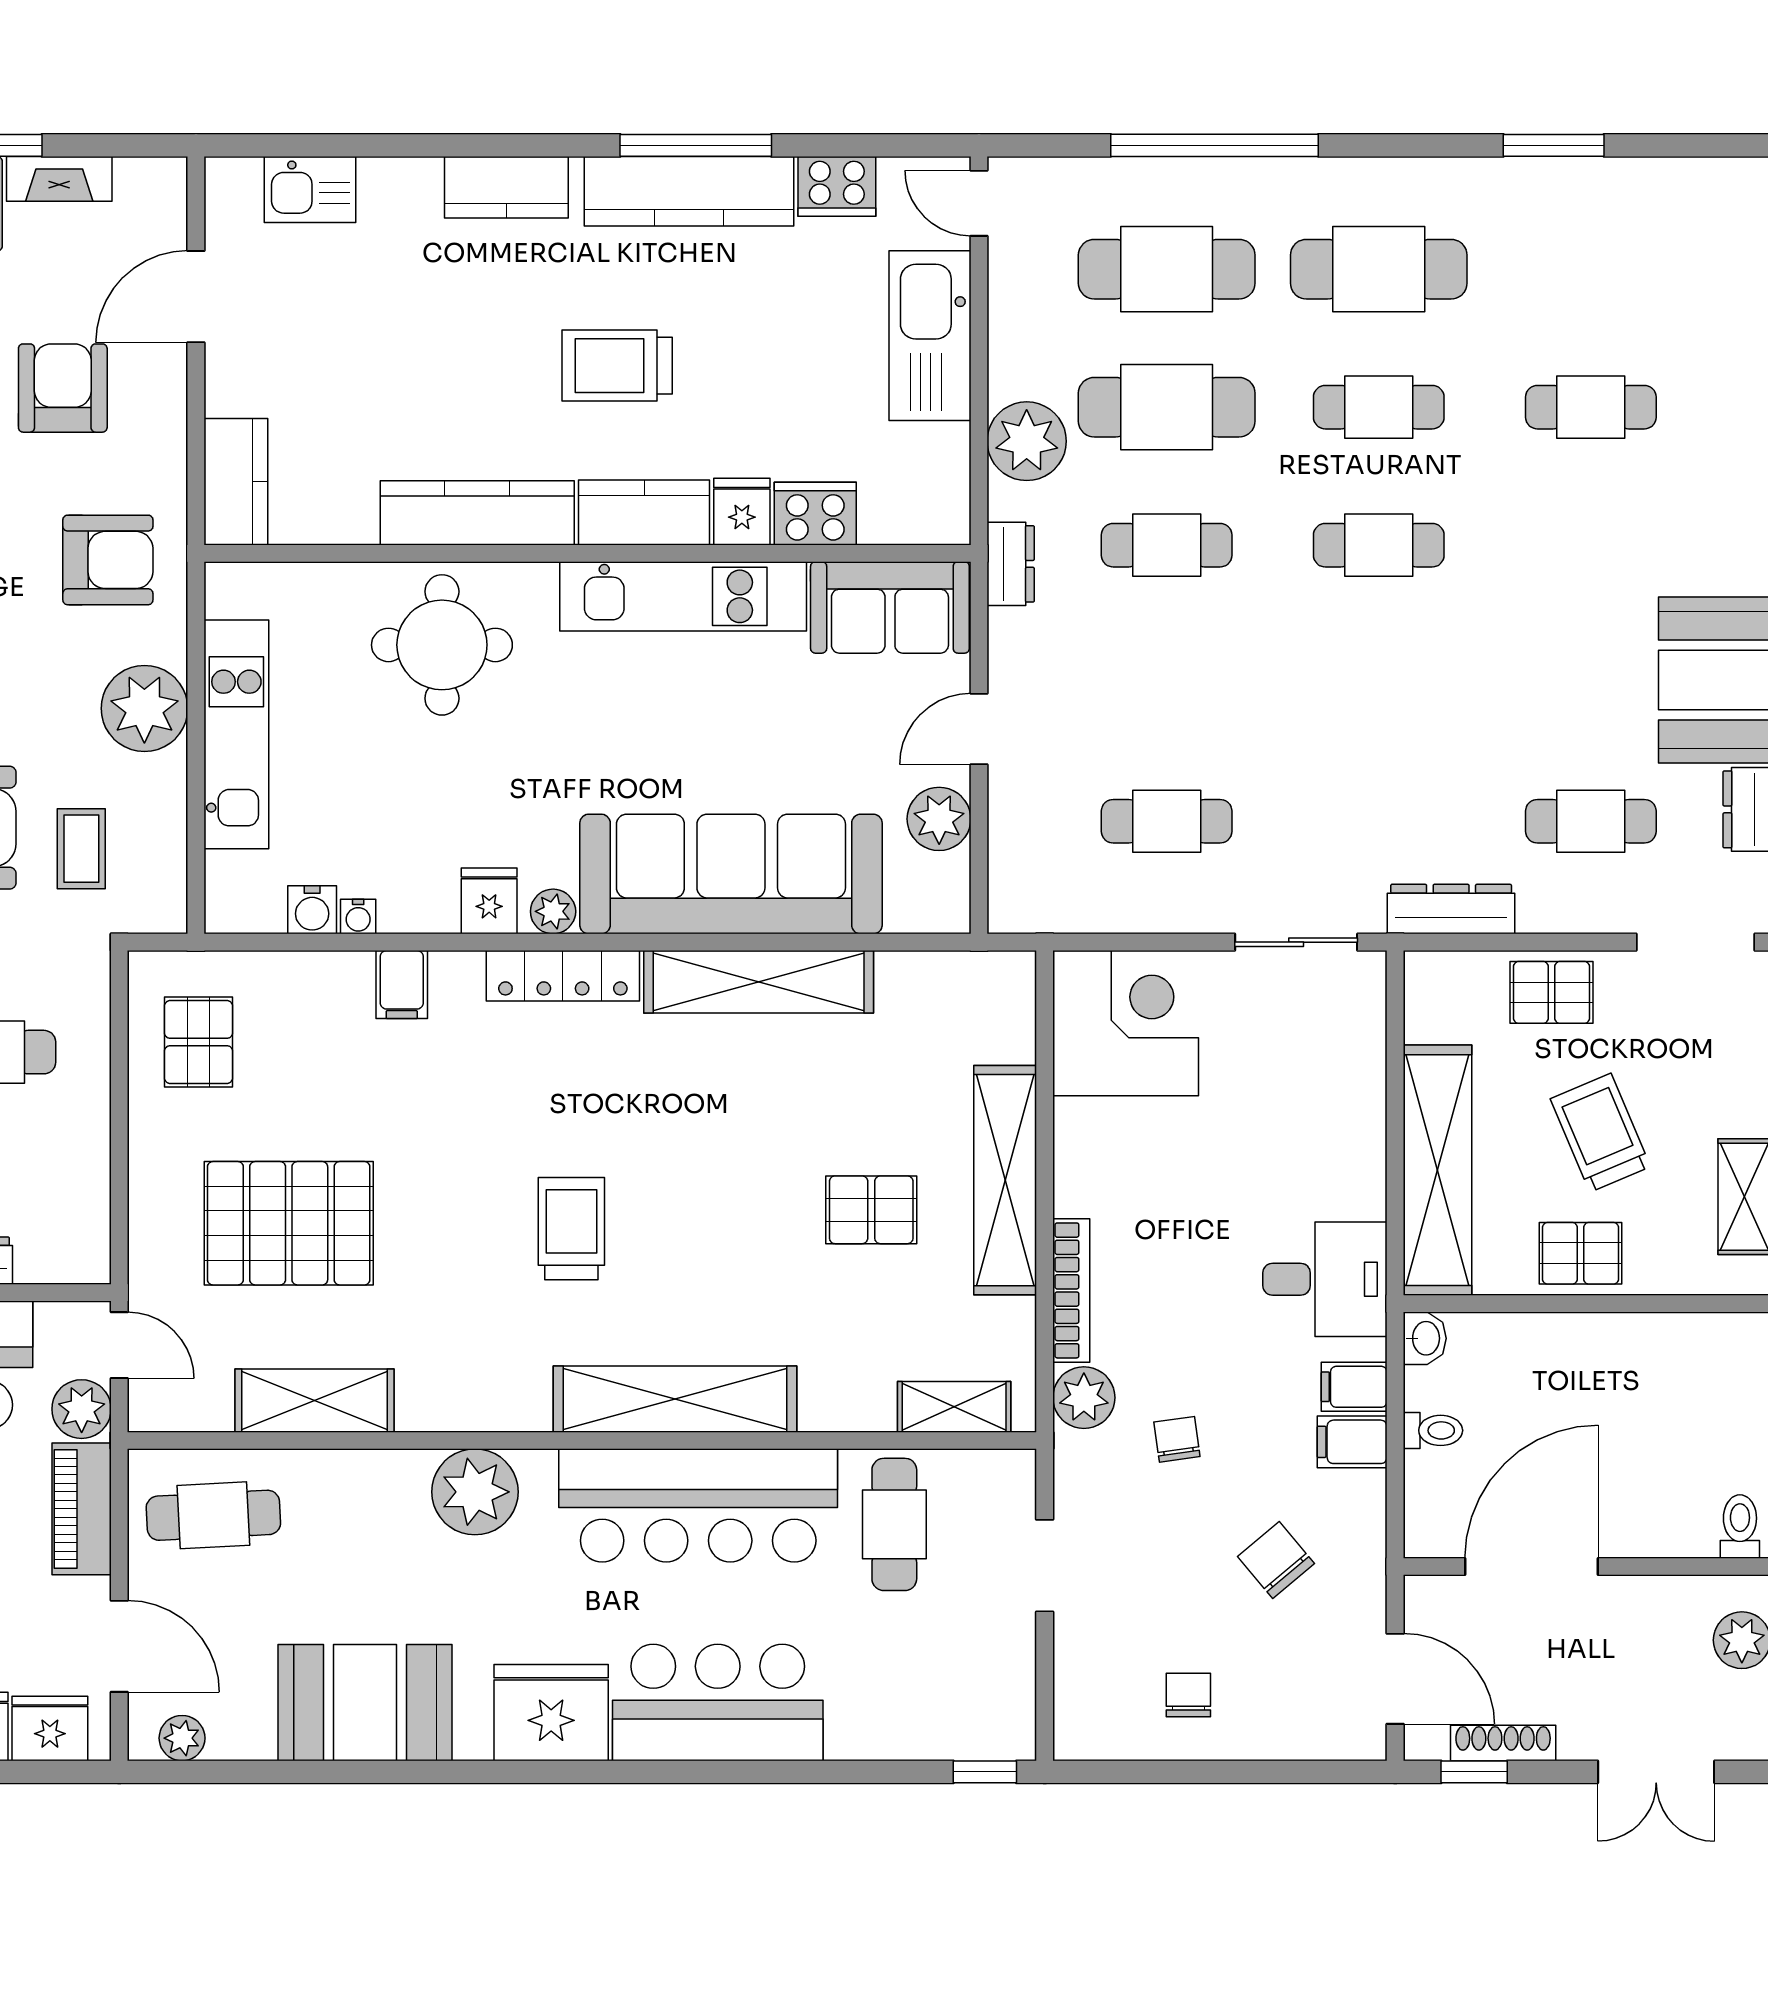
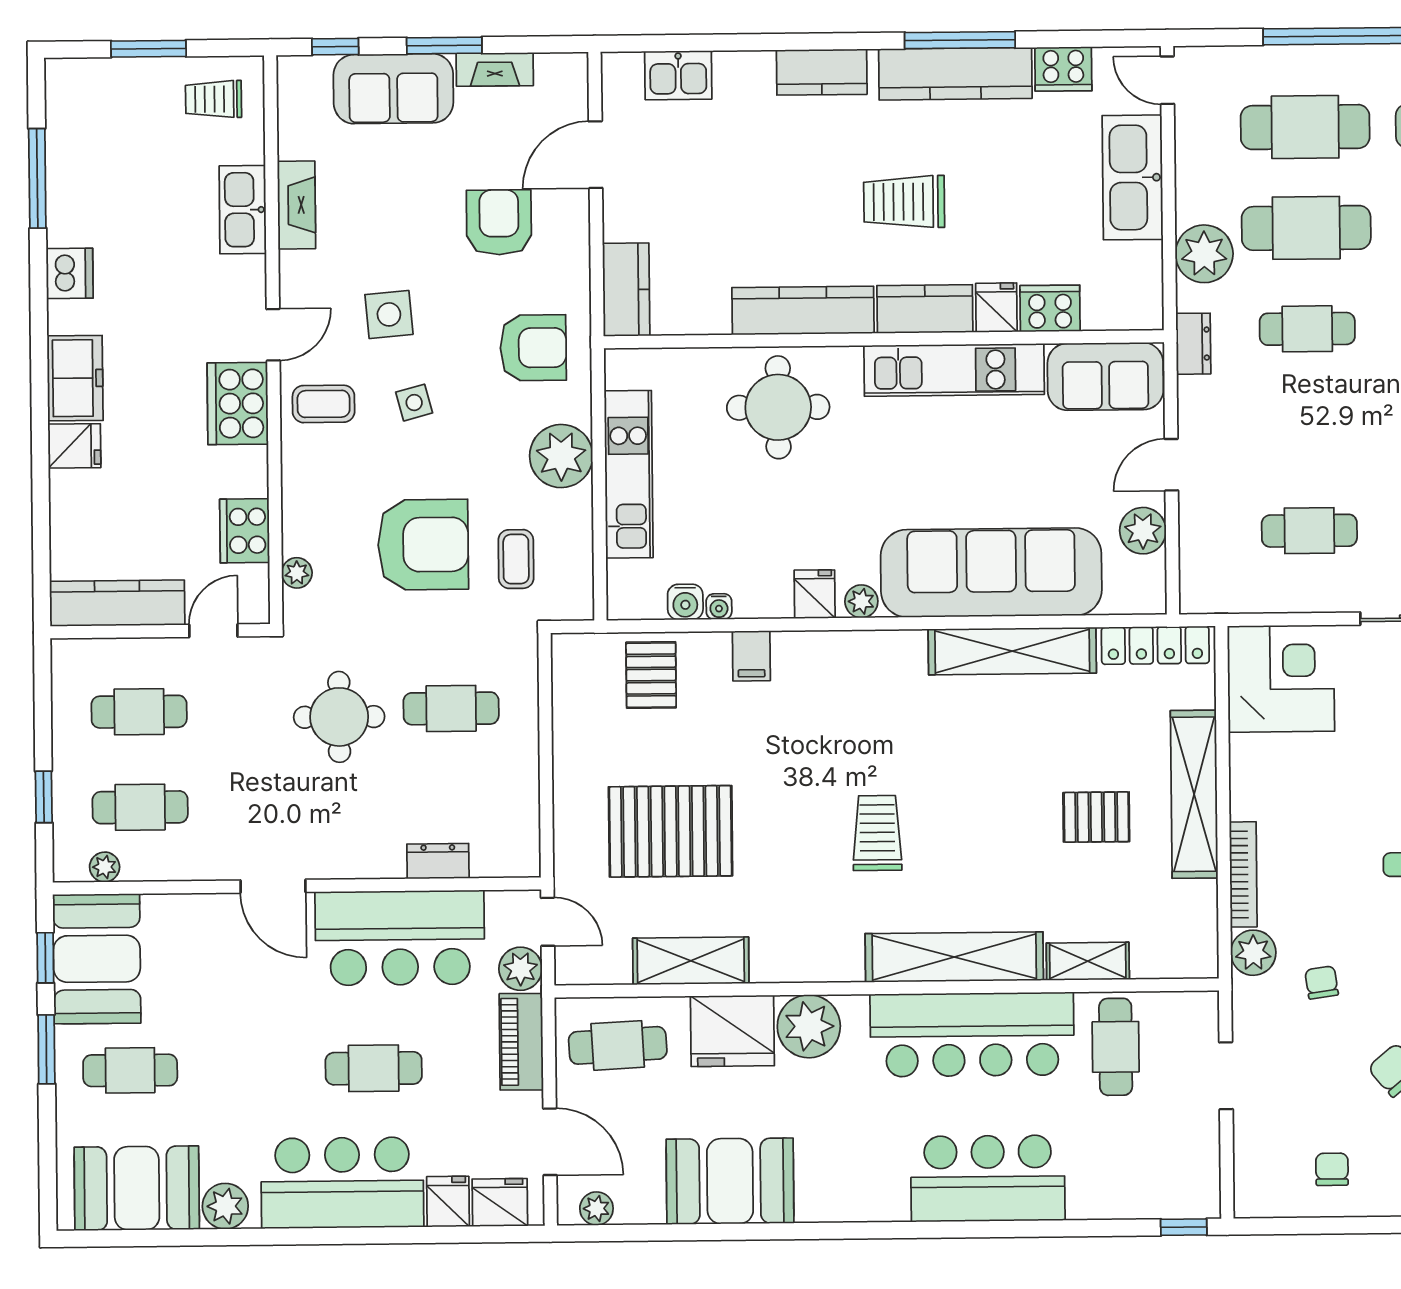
locker: (563, 976) -> (1155, 645), moved
pallet: (199, 1042) -> (651, 675), moved
shelving: (954, 1407) -> (1088, 961), moved
fridge: (551, 1713) -> (732, 1031), moved, turned 180

